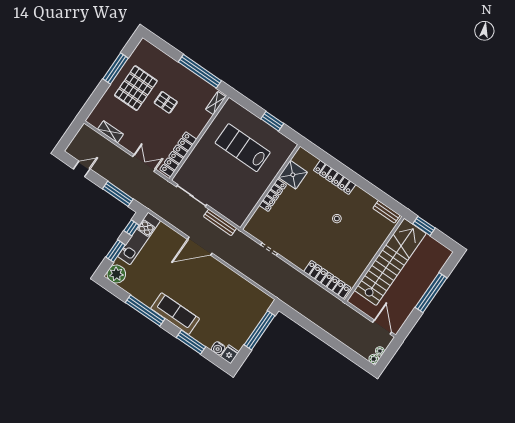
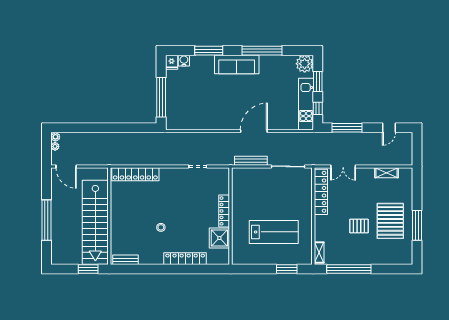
window: (272, 121) -> (287, 269), moved

